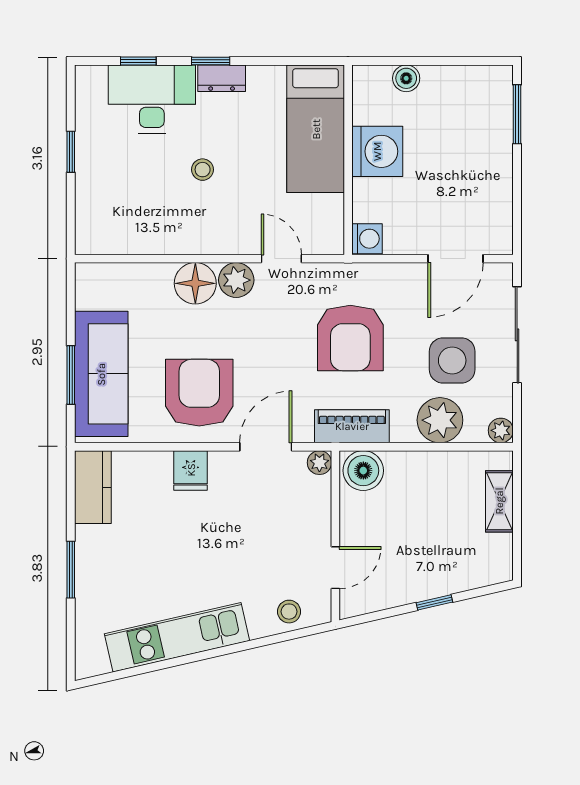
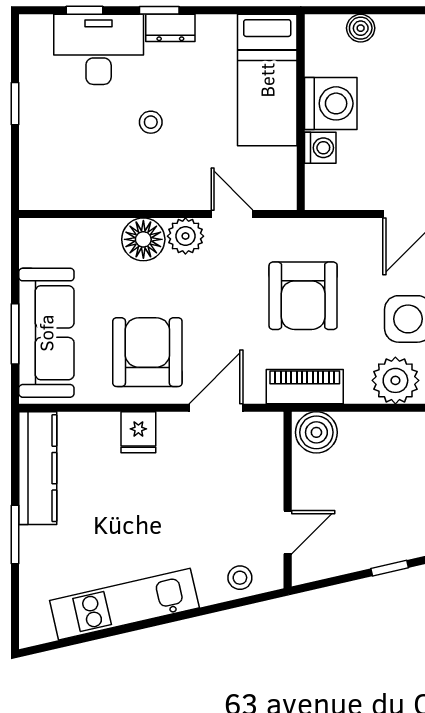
washing machine: (367, 239) -> (320, 148), moved
plant: (319, 463) -> (271, 424), removed
kitchen counter: (93, 487) -> (38, 468), width x1.50

